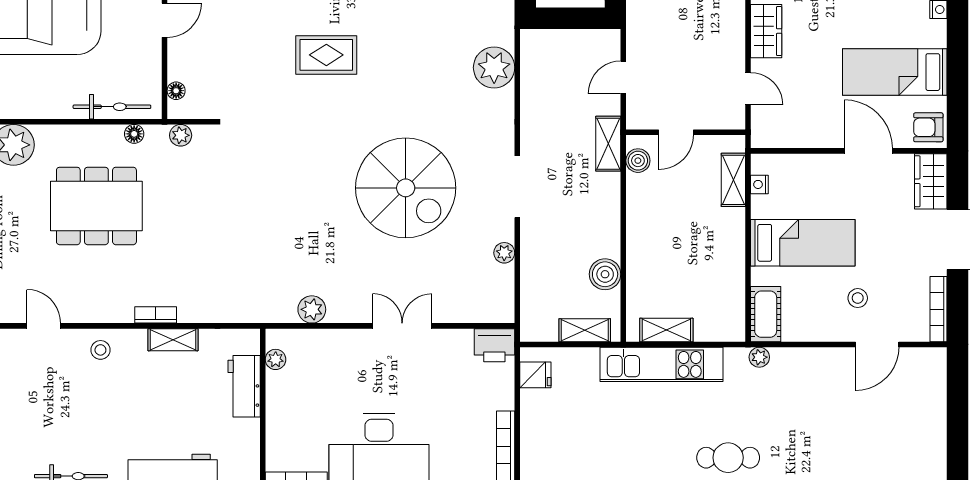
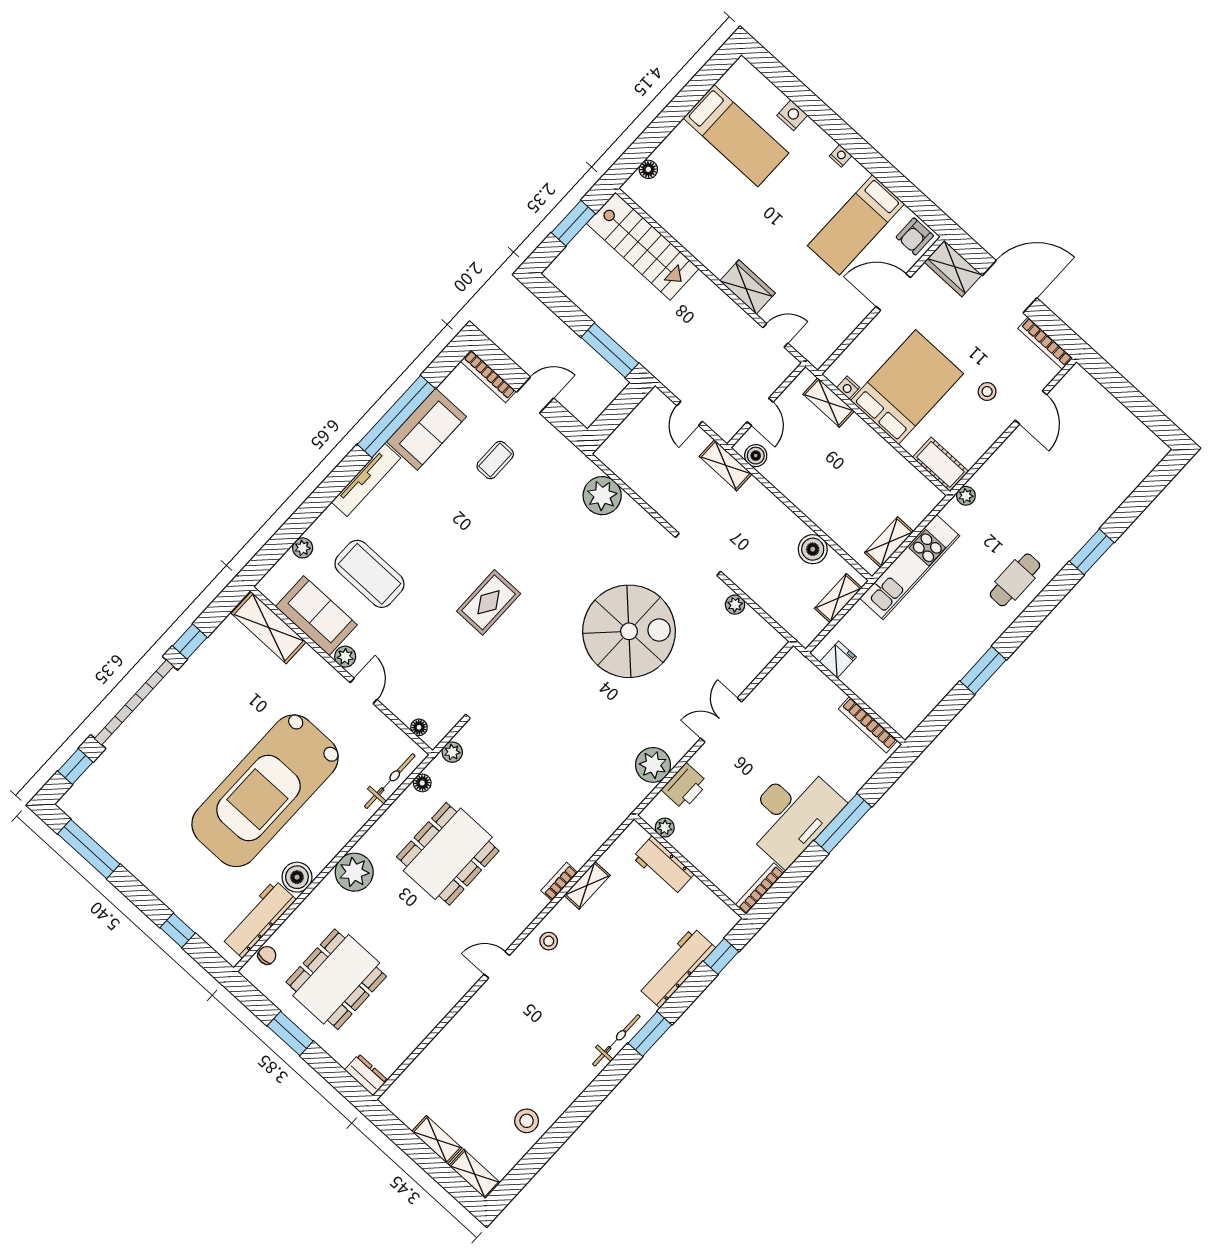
bed: (803, 243) -> (907, 387), width x1.50
plant: (312, 309) -> (653, 765), width x1.36, depth x1.36
printer: (494, 345) -> (685, 786), moved

